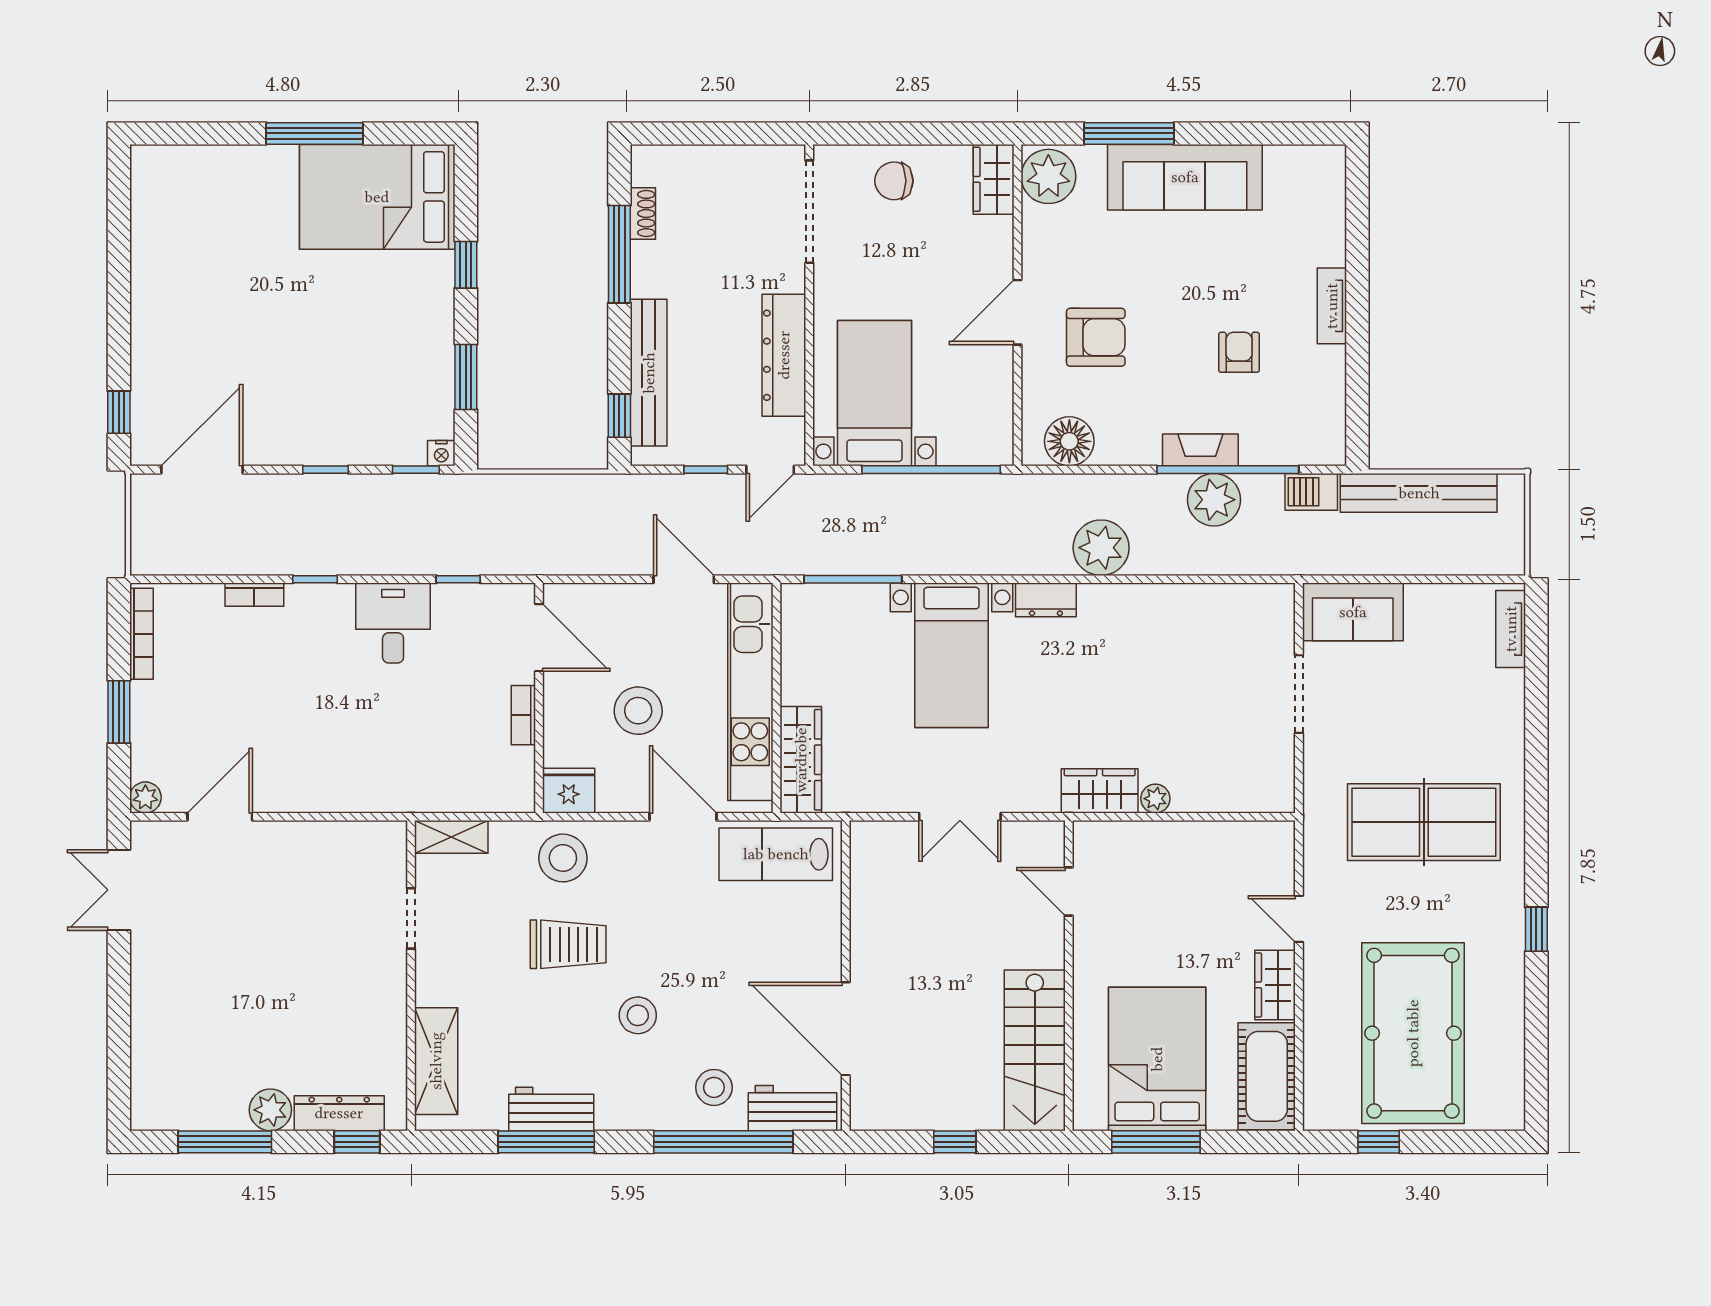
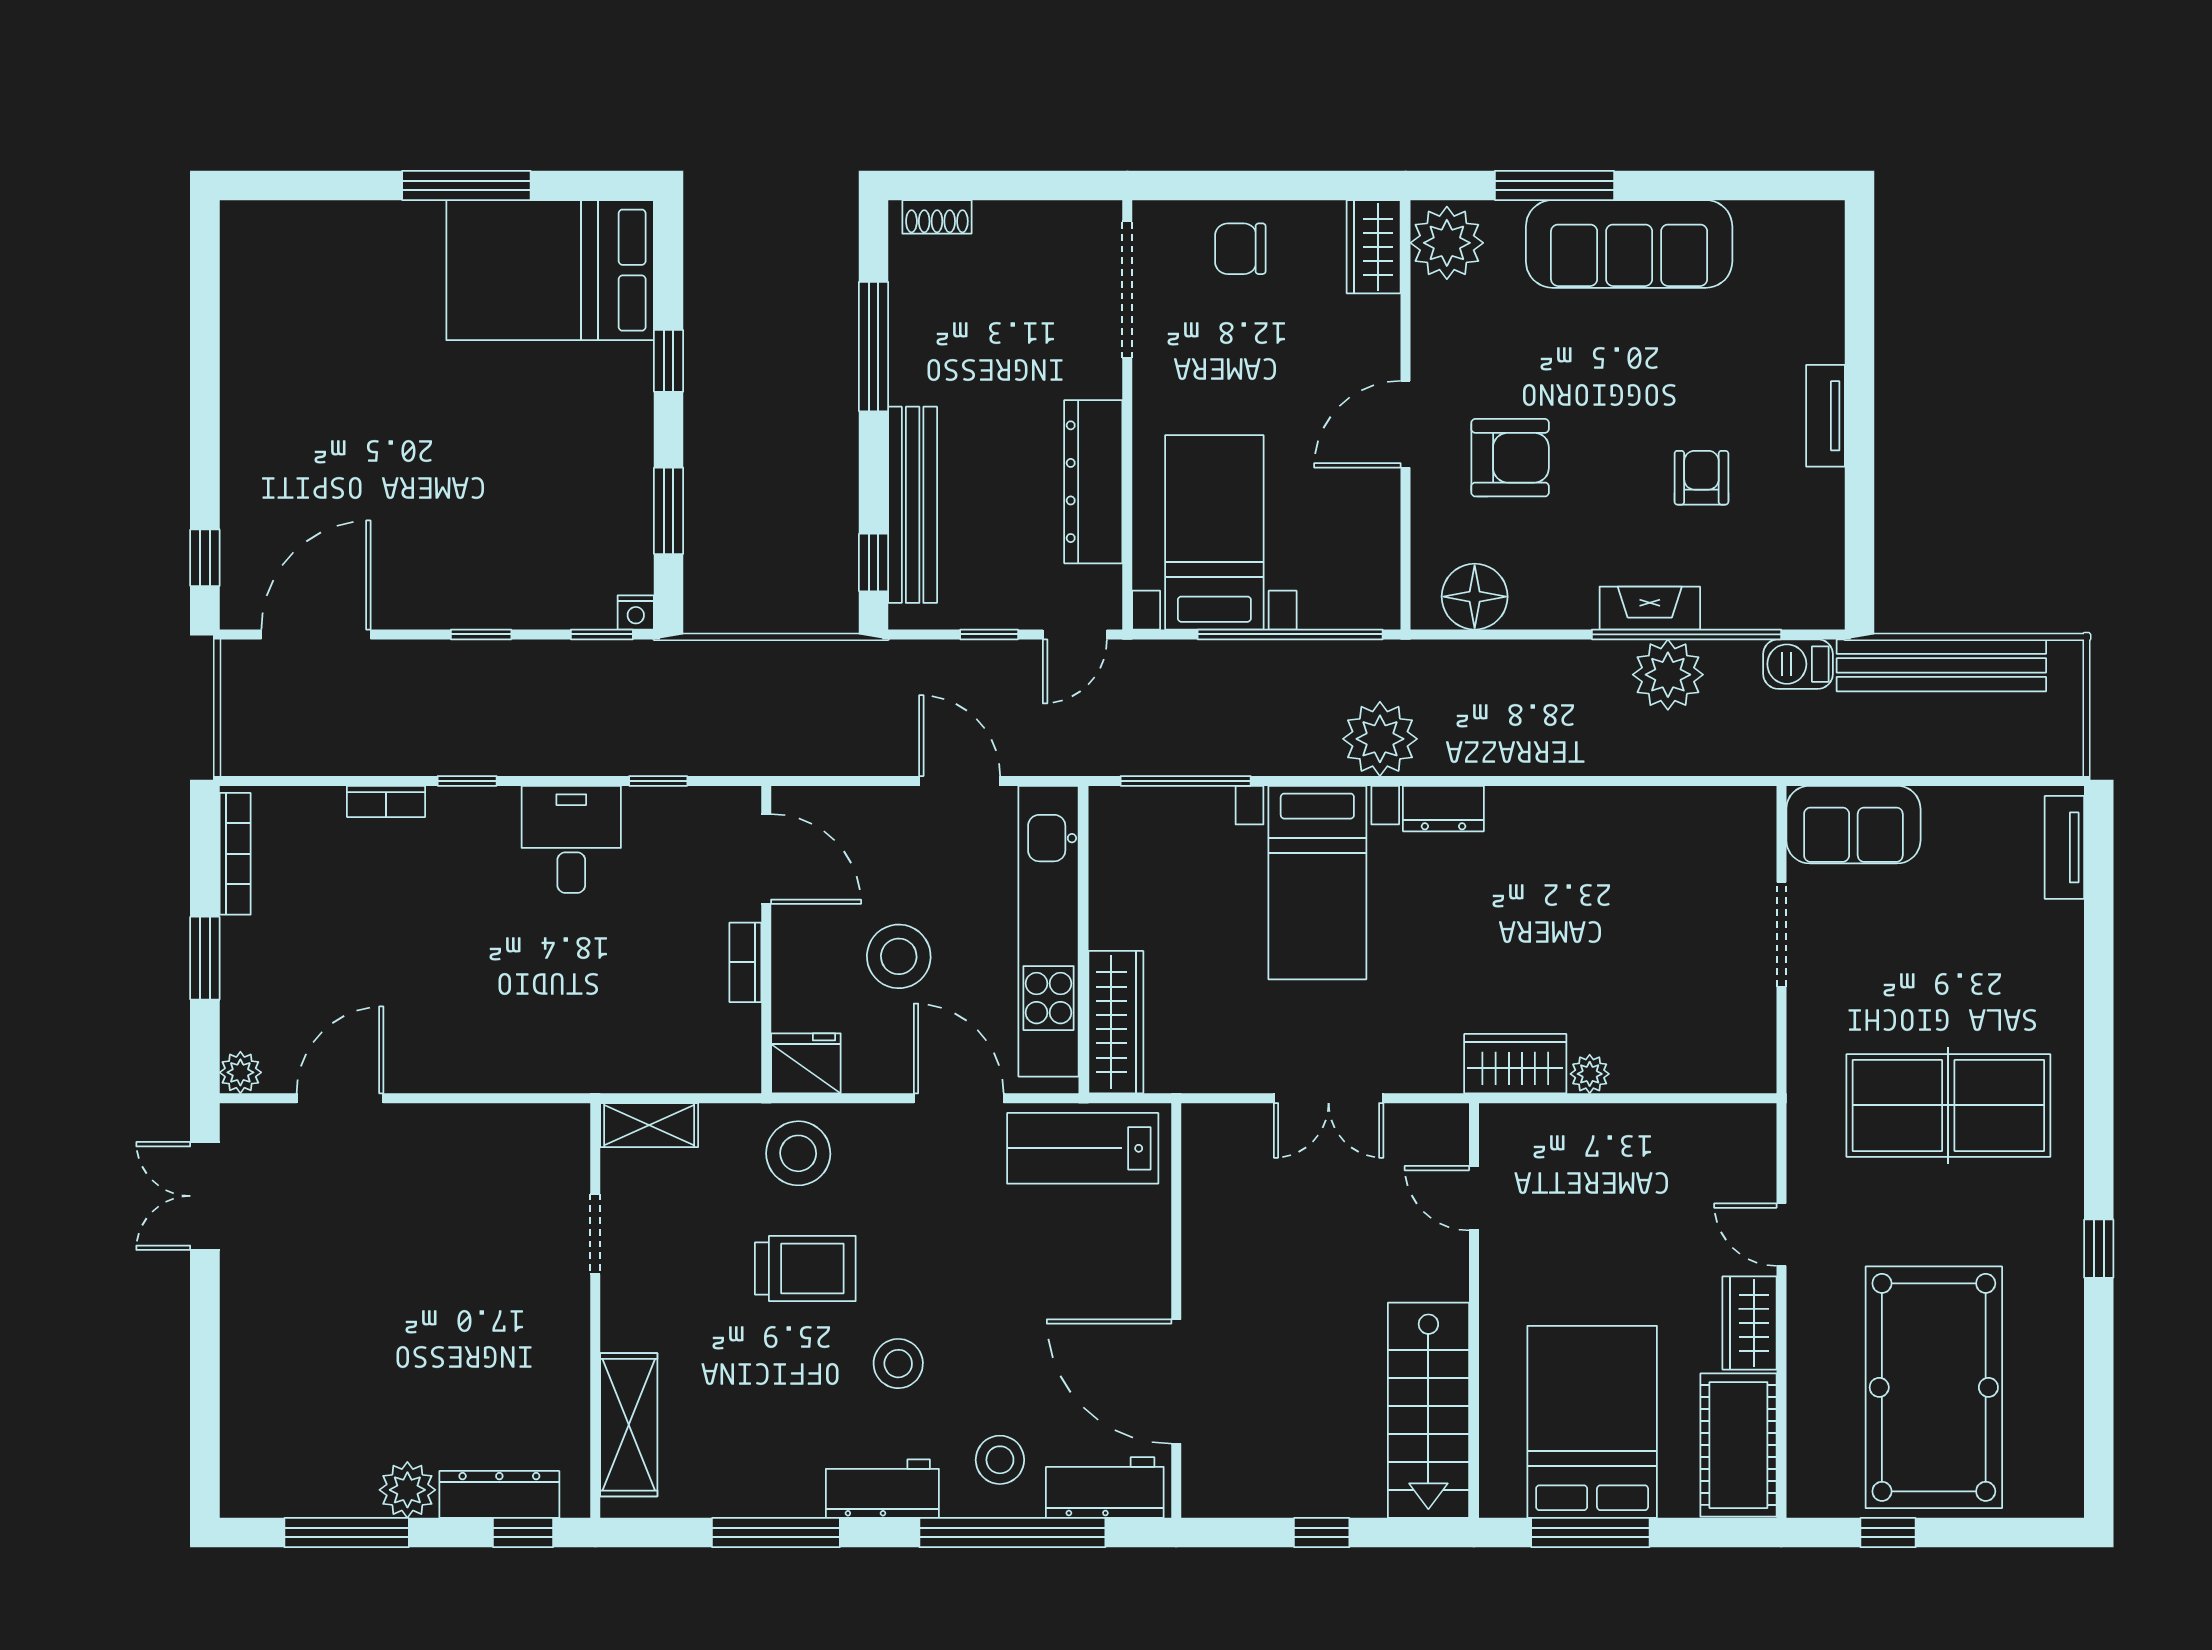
shoe rack: (643, 214) -> (937, 217), moved, turned 90
plant: (1101, 548) -> (1380, 739), moved
workbench: (551, 1109) -> (882, 1489), moved

